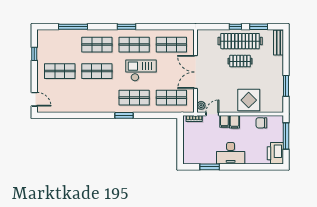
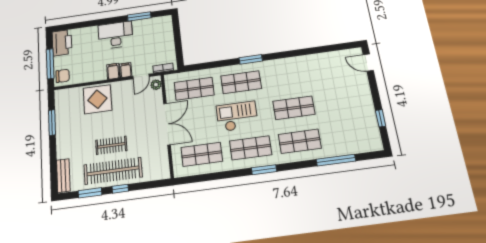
checkout: (141, 70) -> (237, 116), turned 180
shop shelf: (60, 71) -> (342, 101), removed
chair: (261, 123) -> (63, 76), moved

